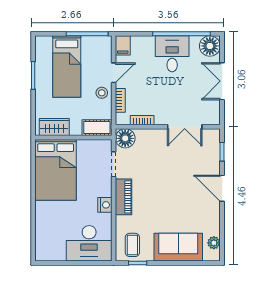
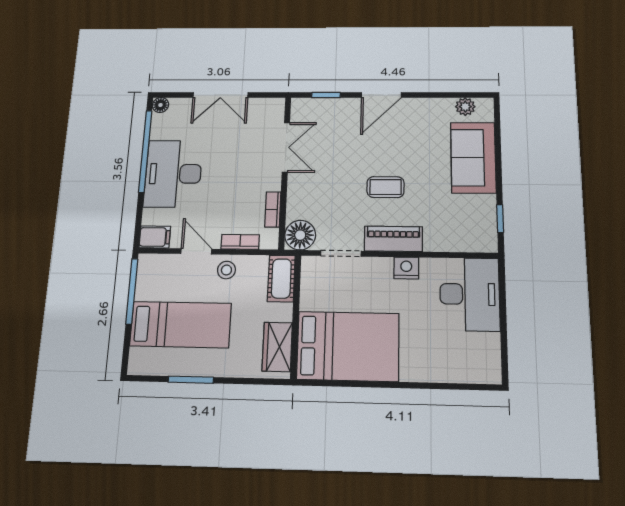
floor lamp: (210, 46) -> (160, 105), width x0.53, depth x0.53
desk: (172, 54) -> (173, 174), width x1.37
coffee table: (132, 245) -> (385, 187), moved

